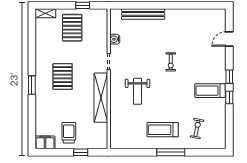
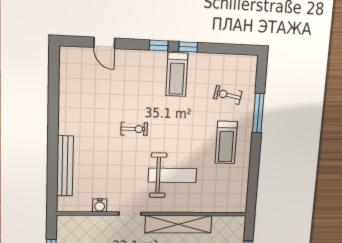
weight bench: (138, 91) -> (173, 175), width x1.36, depth x1.33
window: (171, 152) -> (258, 113), moved

